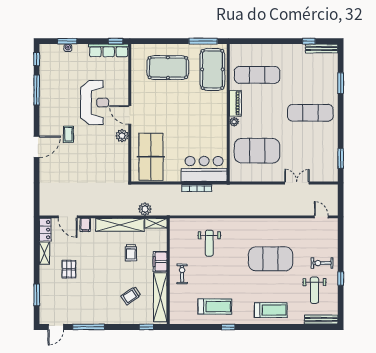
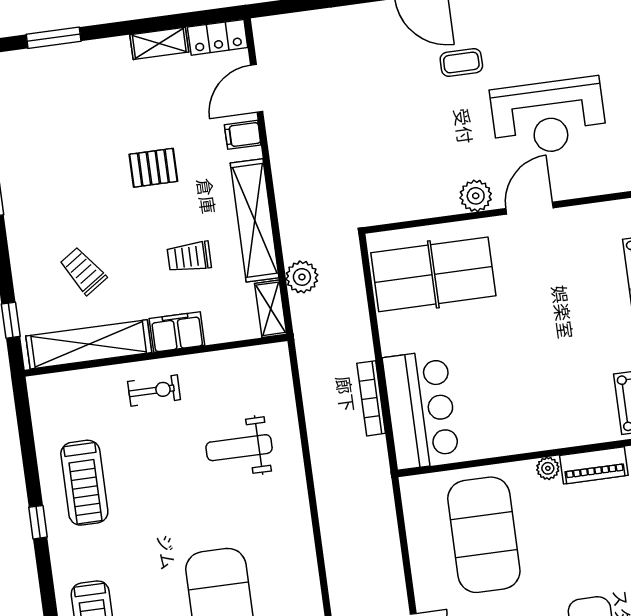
pallet: (69, 269) -> (153, 168), moved

